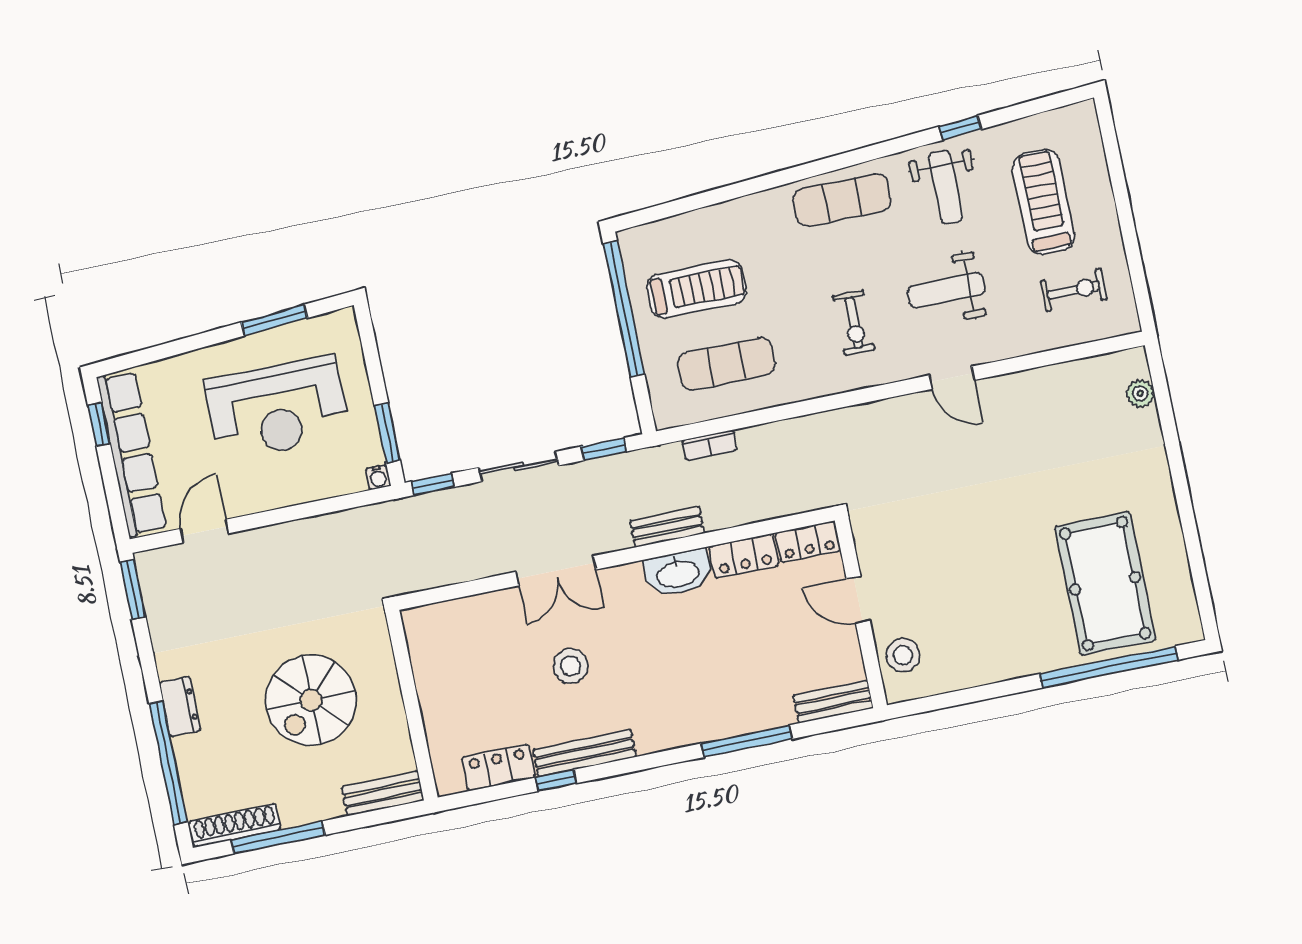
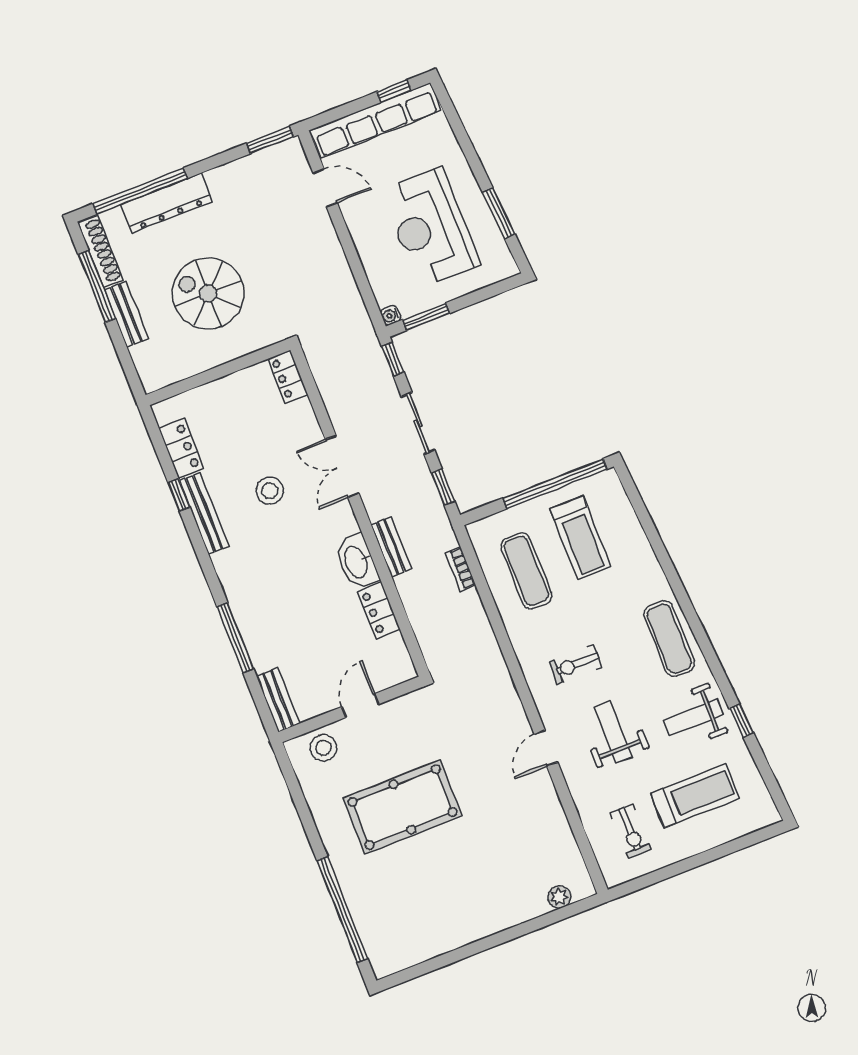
locker: (808, 542) -> (288, 377), moved
pool table: (1105, 583) -> (403, 807), moved
dresser: (180, 707) -> (167, 203), width x1.96, depth x1.24
bench: (383, 794) -> (126, 314), moved

